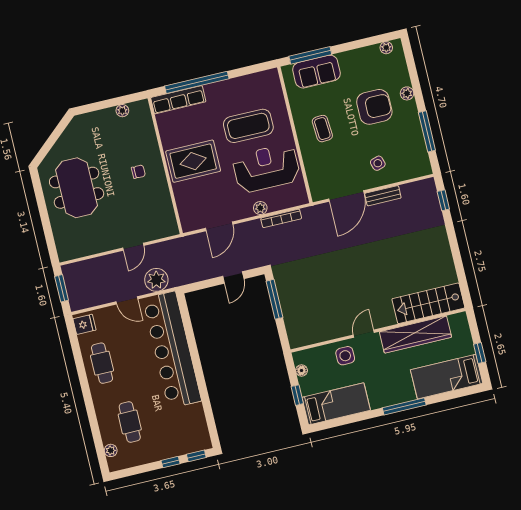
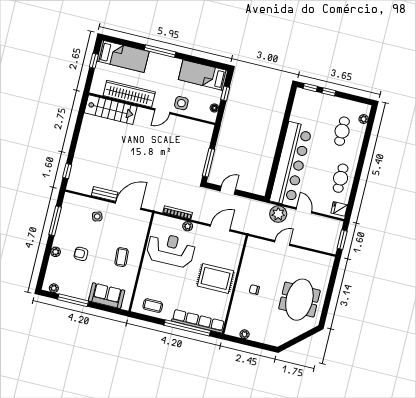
window: (310, 55) -> (73, 300), moved
row of seats: (178, 100) -> (198, 321), width x1.36
armchair: (374, 107) -> (81, 254), width x0.53, depth x0.53
coffee table: (248, 126) -> (153, 306), moved, width x0.54, depth x0.58
reception desk: (266, 168) -> (171, 250), turned 180

